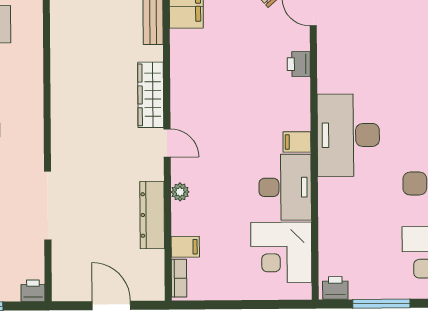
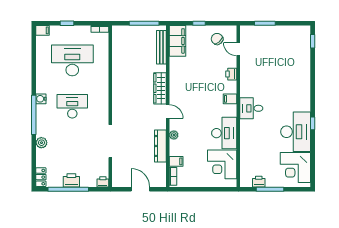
desk: (348, 135) -> (251, 108), width x0.53, depth x0.77
filing cabinet: (297, 142) -> (230, 99), moved
printer: (335, 288) -> (259, 182), moved

